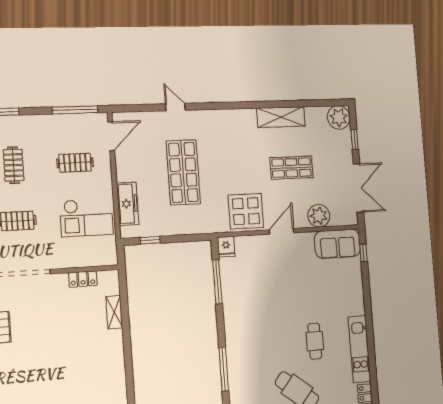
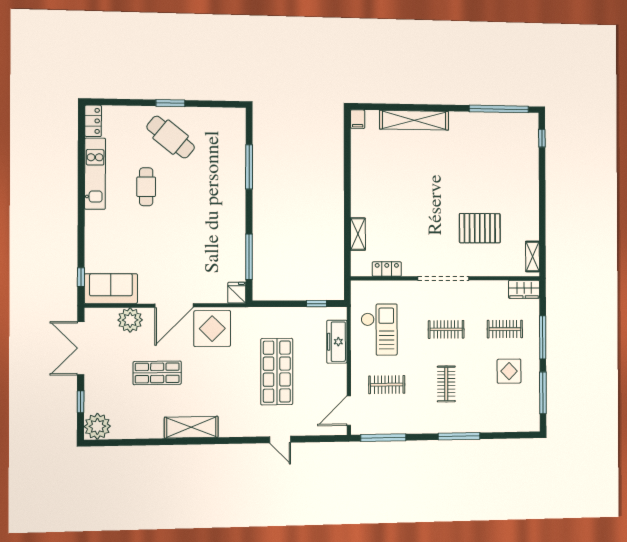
shelving: (281, 117) -> (191, 427), moved
checkout: (86, 218) -> (379, 330), turned 90
door: (282, 231) -> (174, 305), width x1.36

